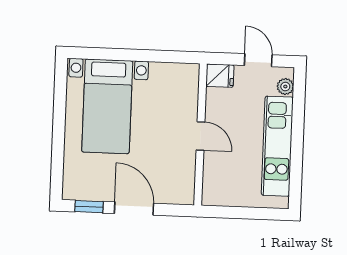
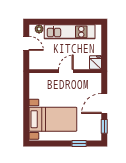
door: (258, 60) -> (26, 43), swing flipped
fridge: (220, 76) -> (96, 63), moved
window: (58, 156) -> (79, 143), added

